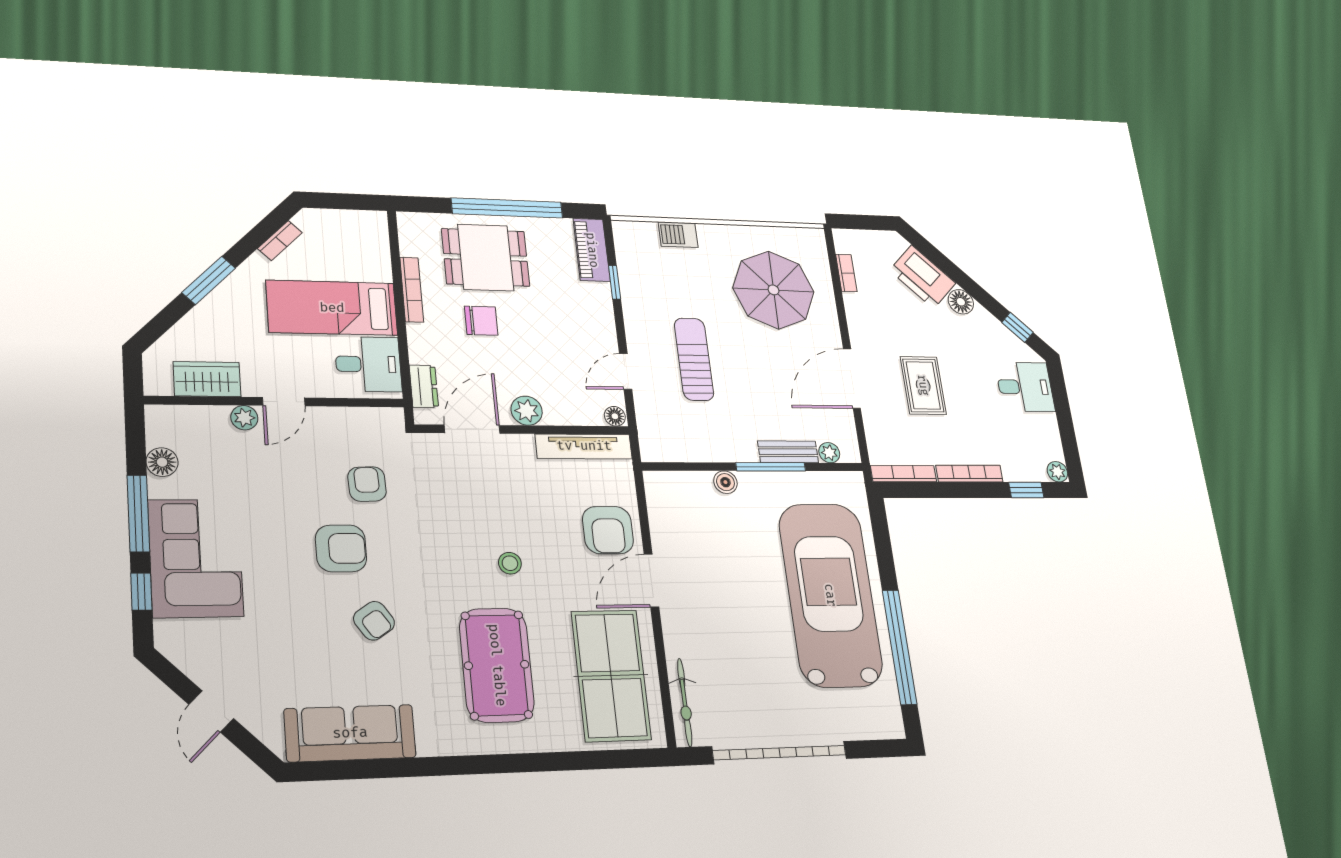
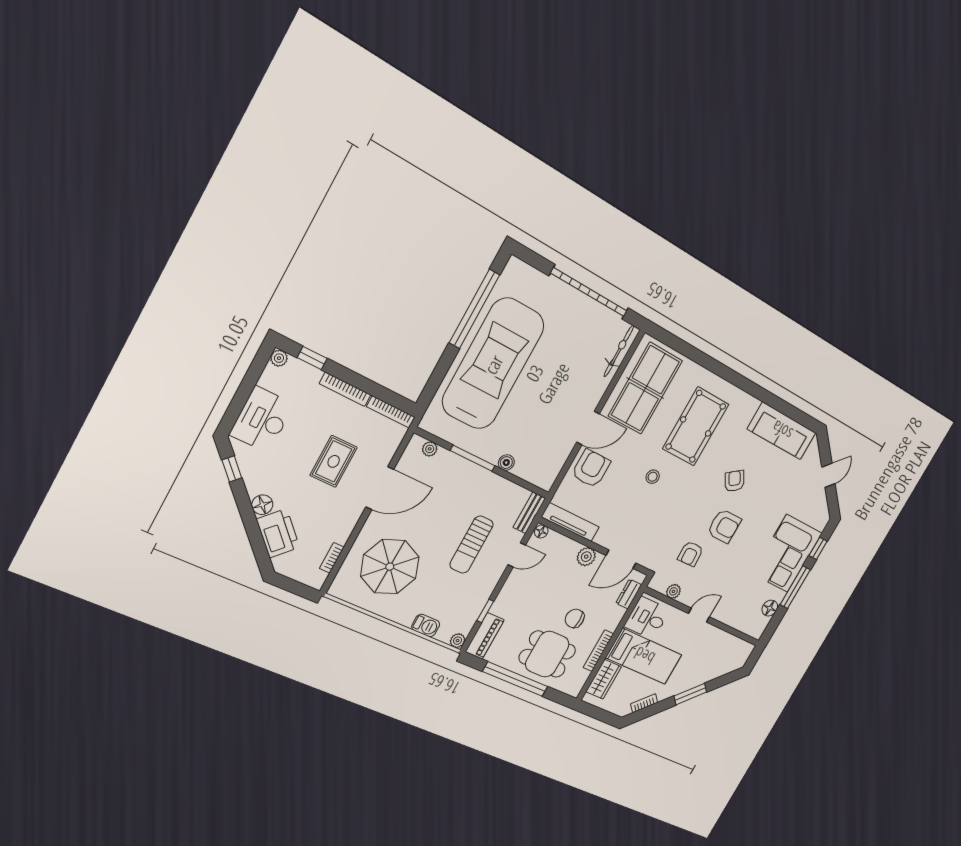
plant: (623, 231) -> (458, 641), added
wardrobe: (207, 379) -> (604, 679), moved, turned -90
desk: (1025, 387) -> (262, 419), width x1.37
plant: (244, 418) -> (673, 591), moved
bench: (788, 452) -> (529, 513), moved, turned 90
armchair: (341, 548) -> (724, 526), turned 180
car: (830, 595) -> (493, 364), turned 180

